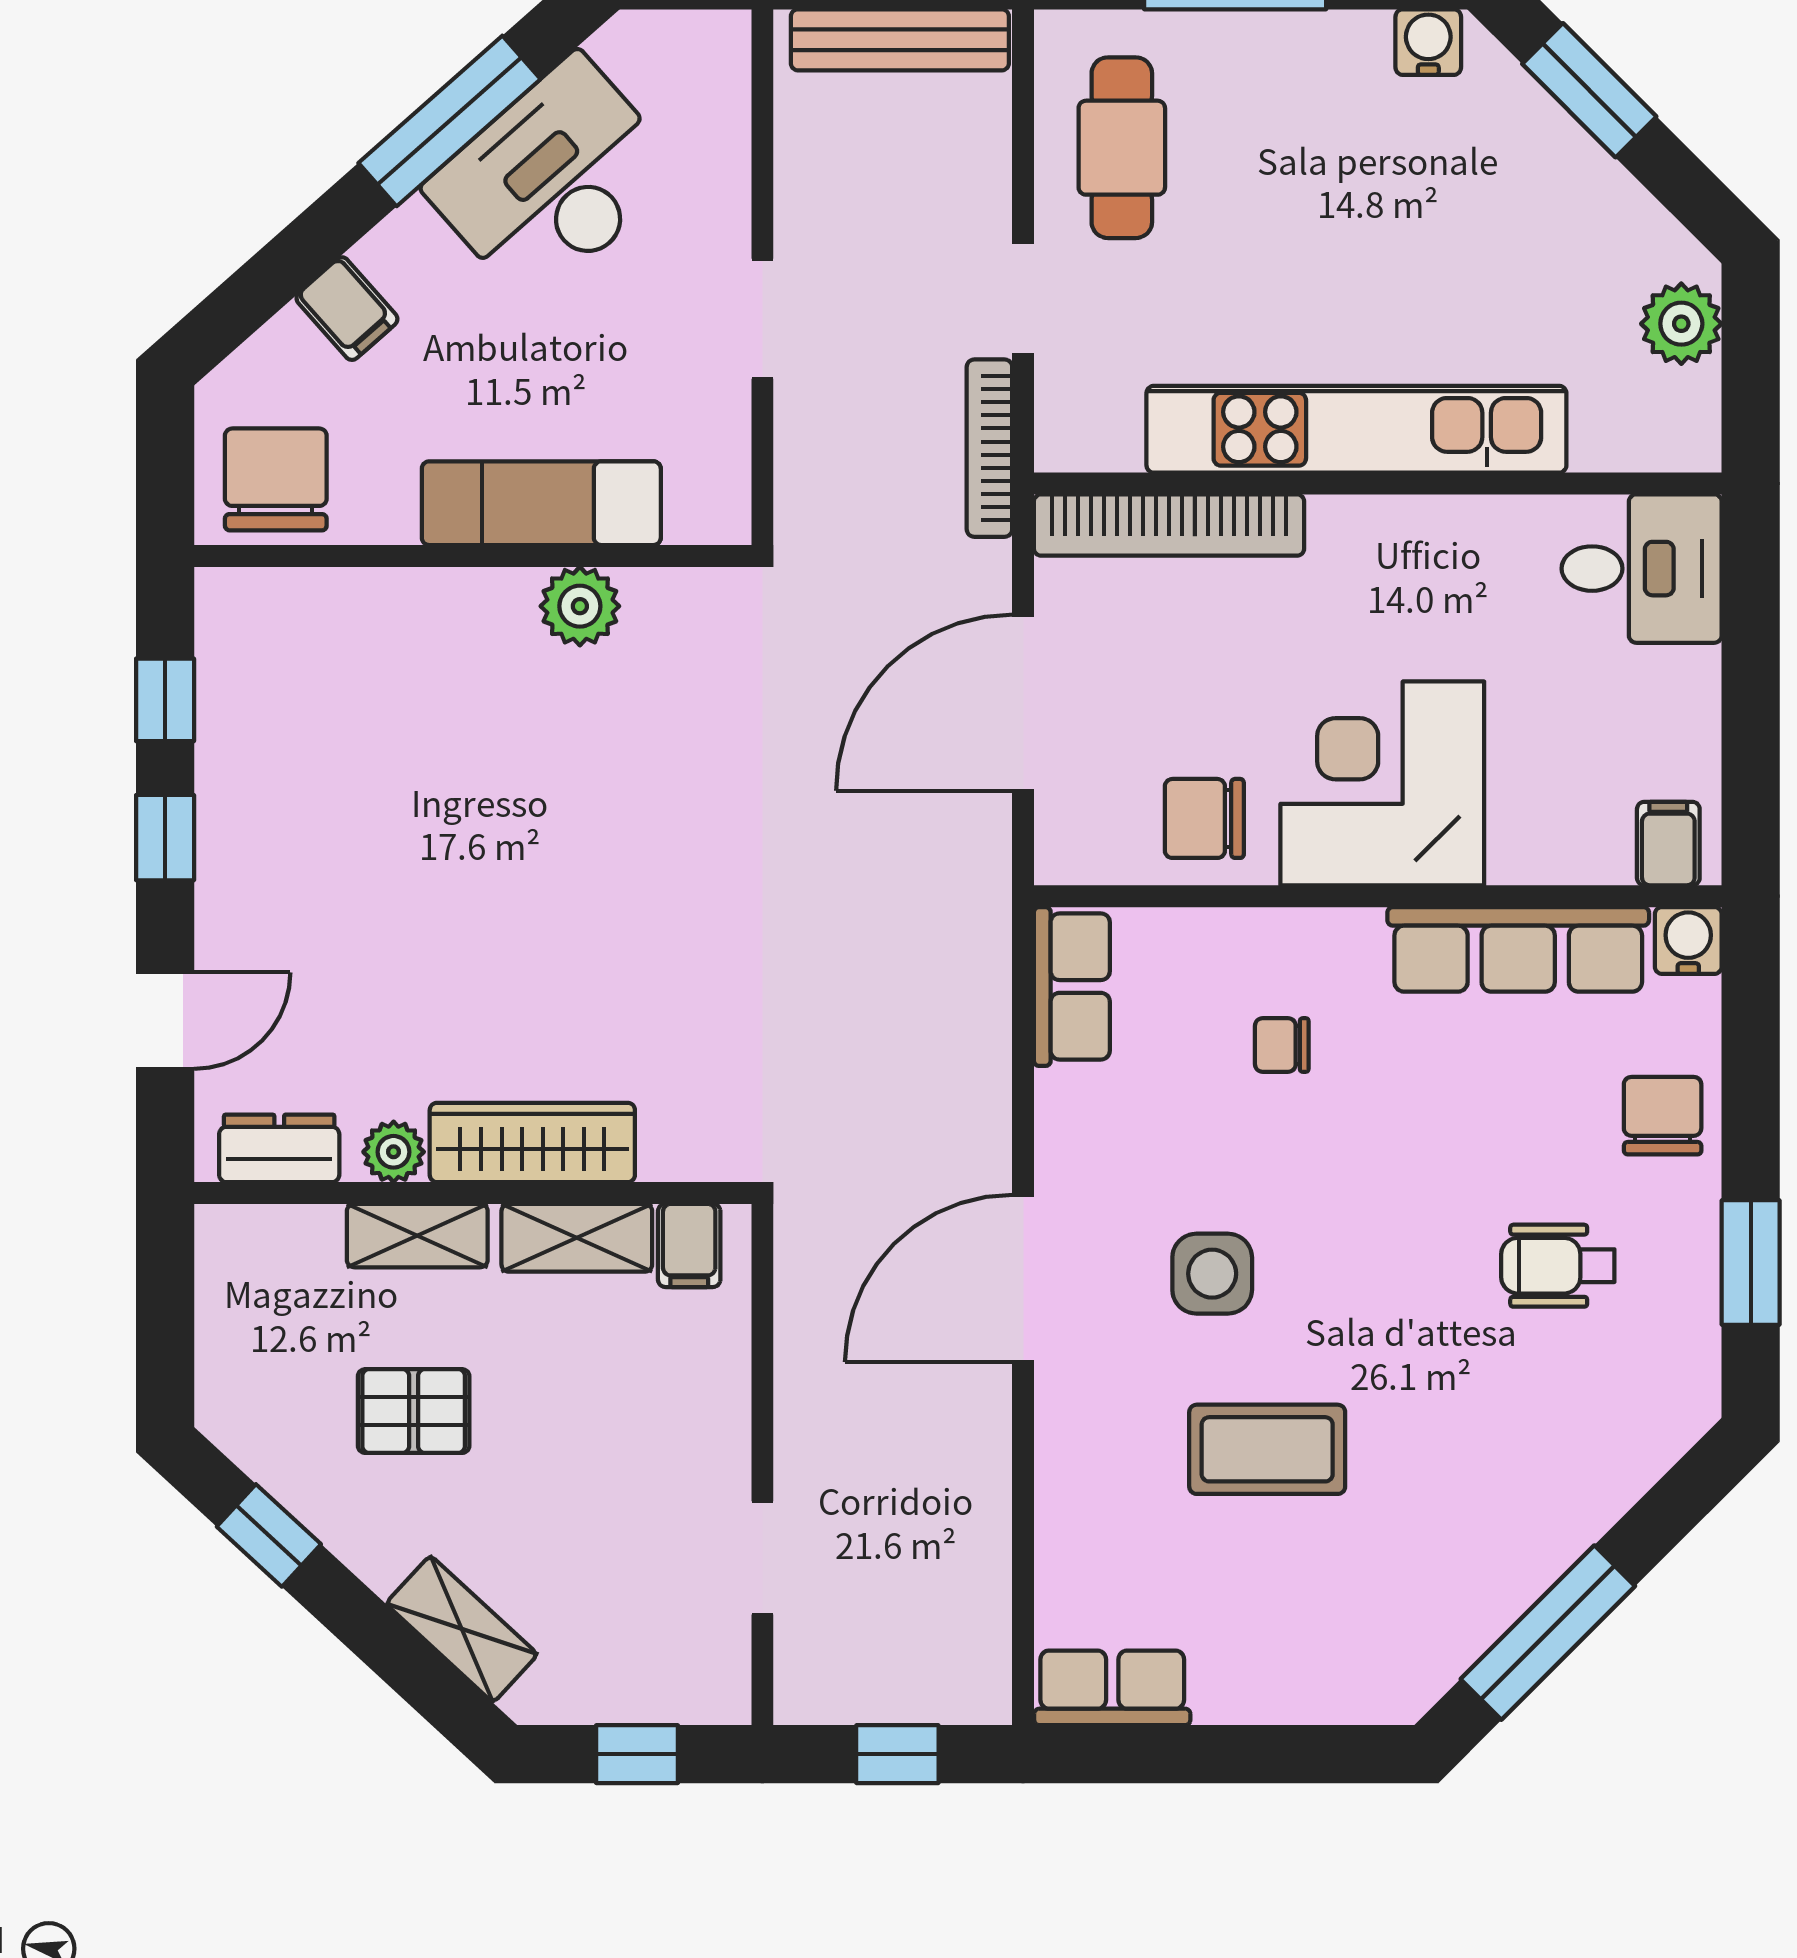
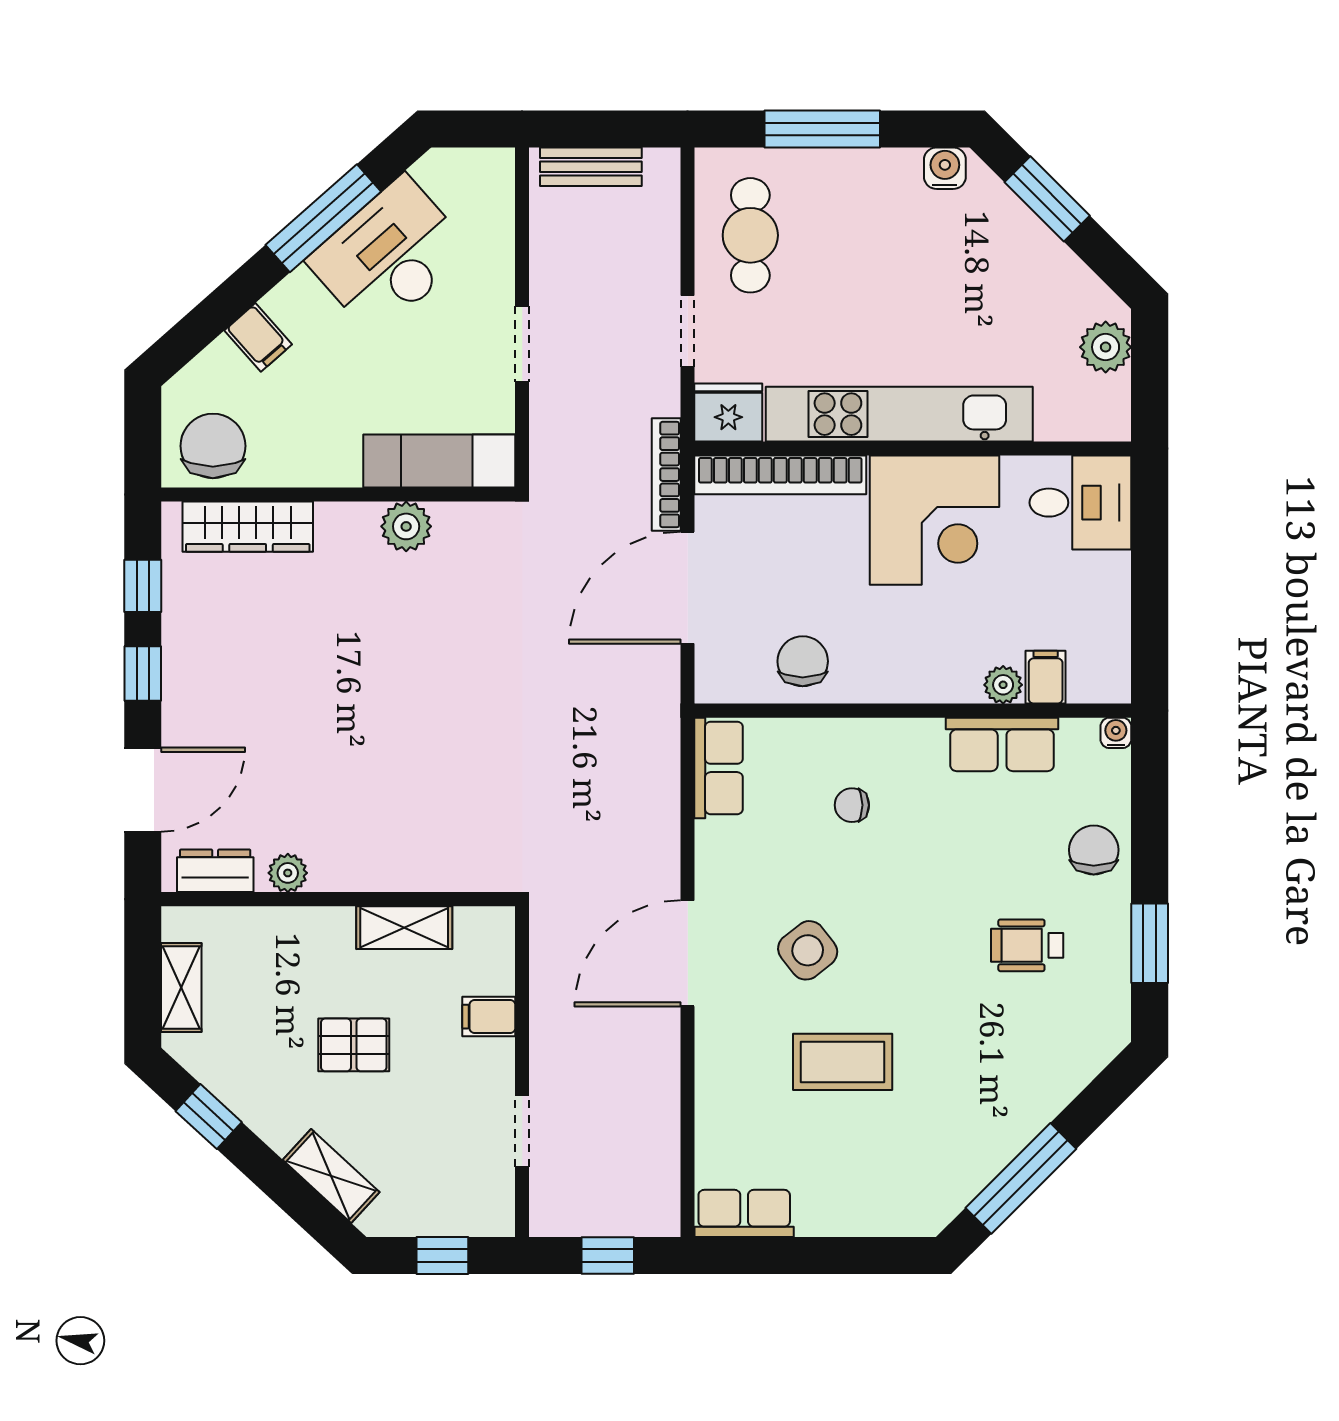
bench: (900, 40) -> (591, 167), width x0.73
fridge: (1087, 427) -> (728, 412), added
bookcase: (989, 448) -> (666, 475), moved
exam couch: (541, 503) -> (439, 461), moved
corner desk: (1382, 783) -> (935, 520), moved, turned 180
chair: (1204, 818) -> (803, 661), turned 90
filing cabinet: (1668, 844) -> (1046, 677), moved
plant: (1520, 855) -> (1003, 685), added
water cooler: (1688, 940) -> (1116, 733), width x0.72, depth x0.72
row of seats: (1518, 949) -> (1002, 744), width x0.68
door: (165, 1021) -> (143, 790), width x1.38
wardrobe: (532, 1142) -> (248, 527), moved, turned 180
shelving: (417, 1236) -> (181, 988), moved, turned 90
filing cabinet: (689, 1245) -> (489, 1017), moved, turned 90
side table: (1212, 1274) -> (808, 950), turned -38
pallet: (414, 1411) -> (354, 1045), moved

